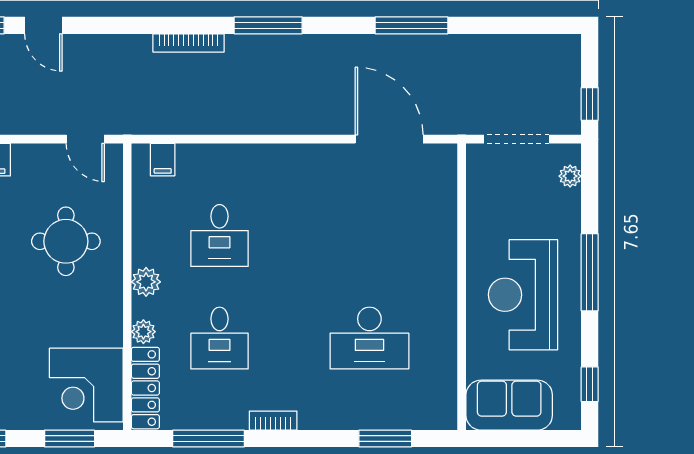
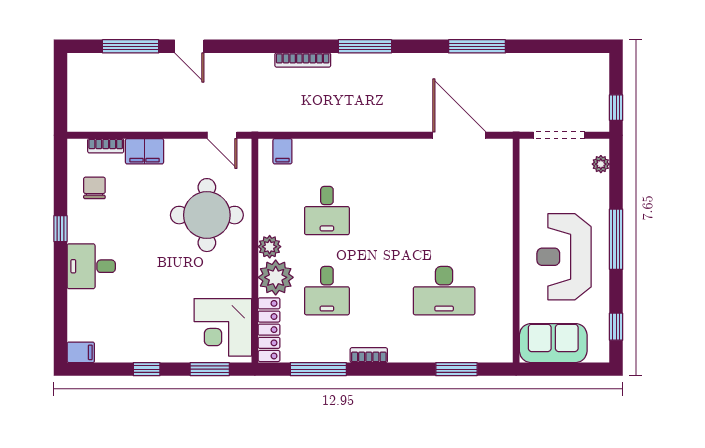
round table: (66, 241) -> (207, 215), width x1.36, depth x1.36
plant: (143, 332) -> (276, 277), width x1.87, depth x1.87

